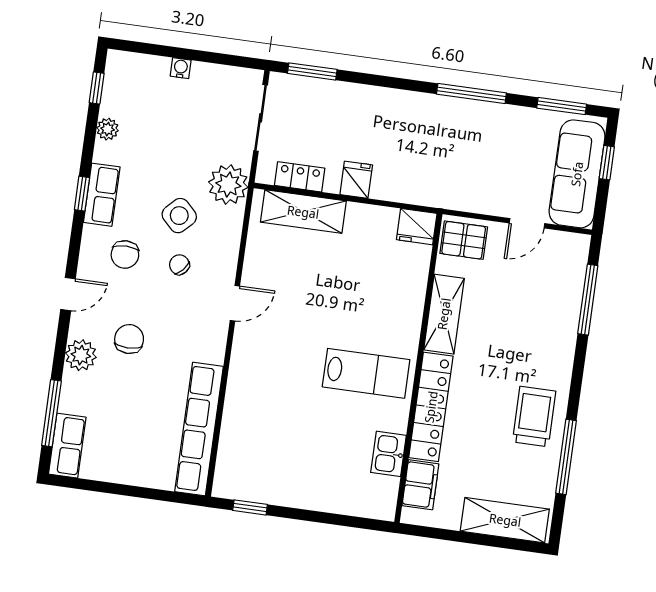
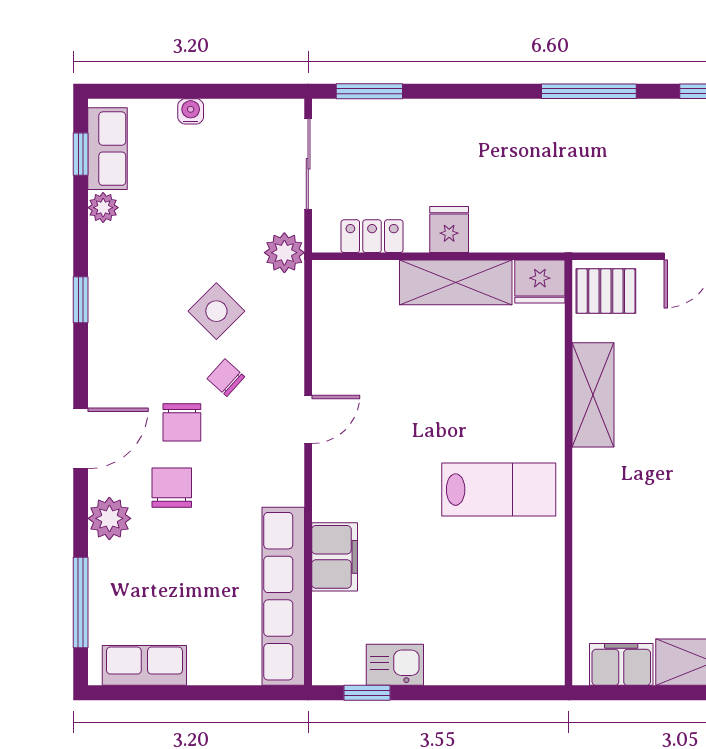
plant: (228, 185) -> (284, 253), width x0.73, depth x0.73
row of seats: (102, 195) -> (108, 149), moved
shelving: (303, 212) -> (456, 282), moved
chair: (125, 255) -> (182, 422), moved
door: (68, 294) -> (81, 438), width x1.38
filing cabinet: (240, 406) -> (335, 557), added
locker: (431, 407) -> (593, 523), removed
row of seats: (67, 446) -> (144, 665), moved, turned -90
kitchen sink: (388, 454) -> (395, 665), moved, turned 90
filing cabinet: (420, 485) -> (621, 664), moved, turned -90

